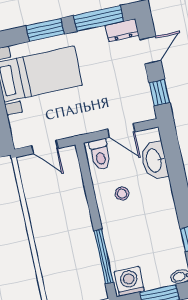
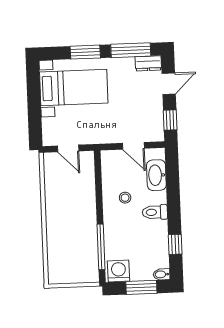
toilet: (100, 154) -> (155, 212), moved, turned 90

